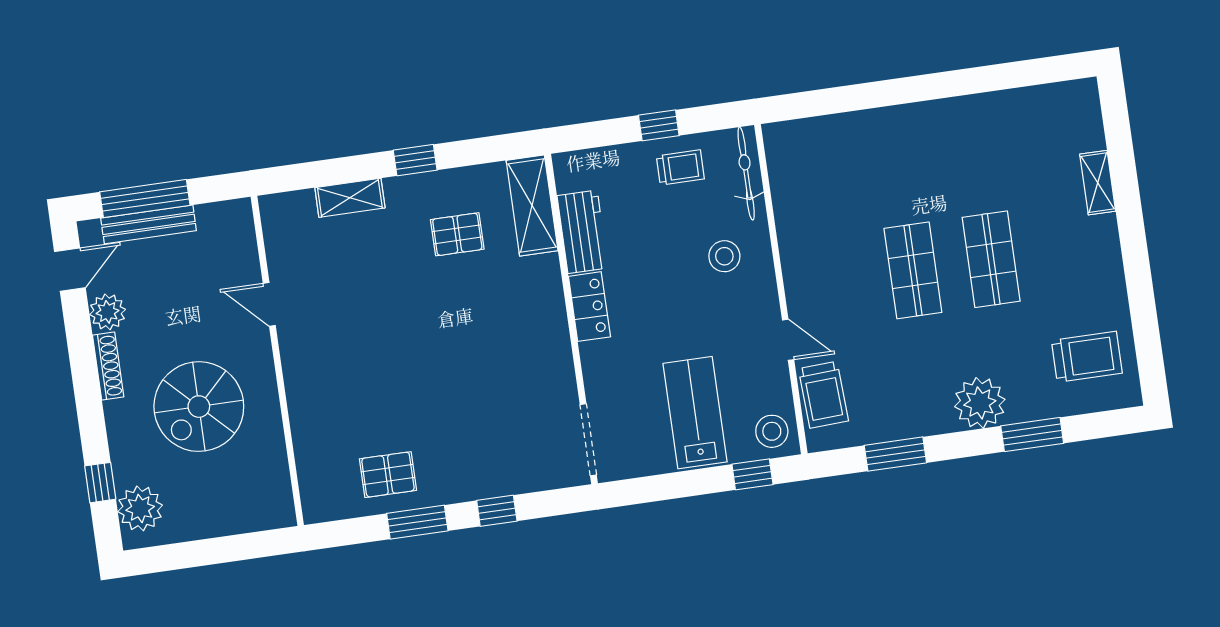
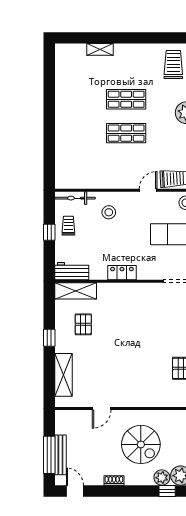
shelving: (350, 198) -> (63, 375), width x1.50, depth x1.33
workbench: (583, 232) -> (72, 271), moved
plant: (108, 312) -> (162, 478), moved
shoe rack: (108, 366) -> (114, 481), width x0.70

